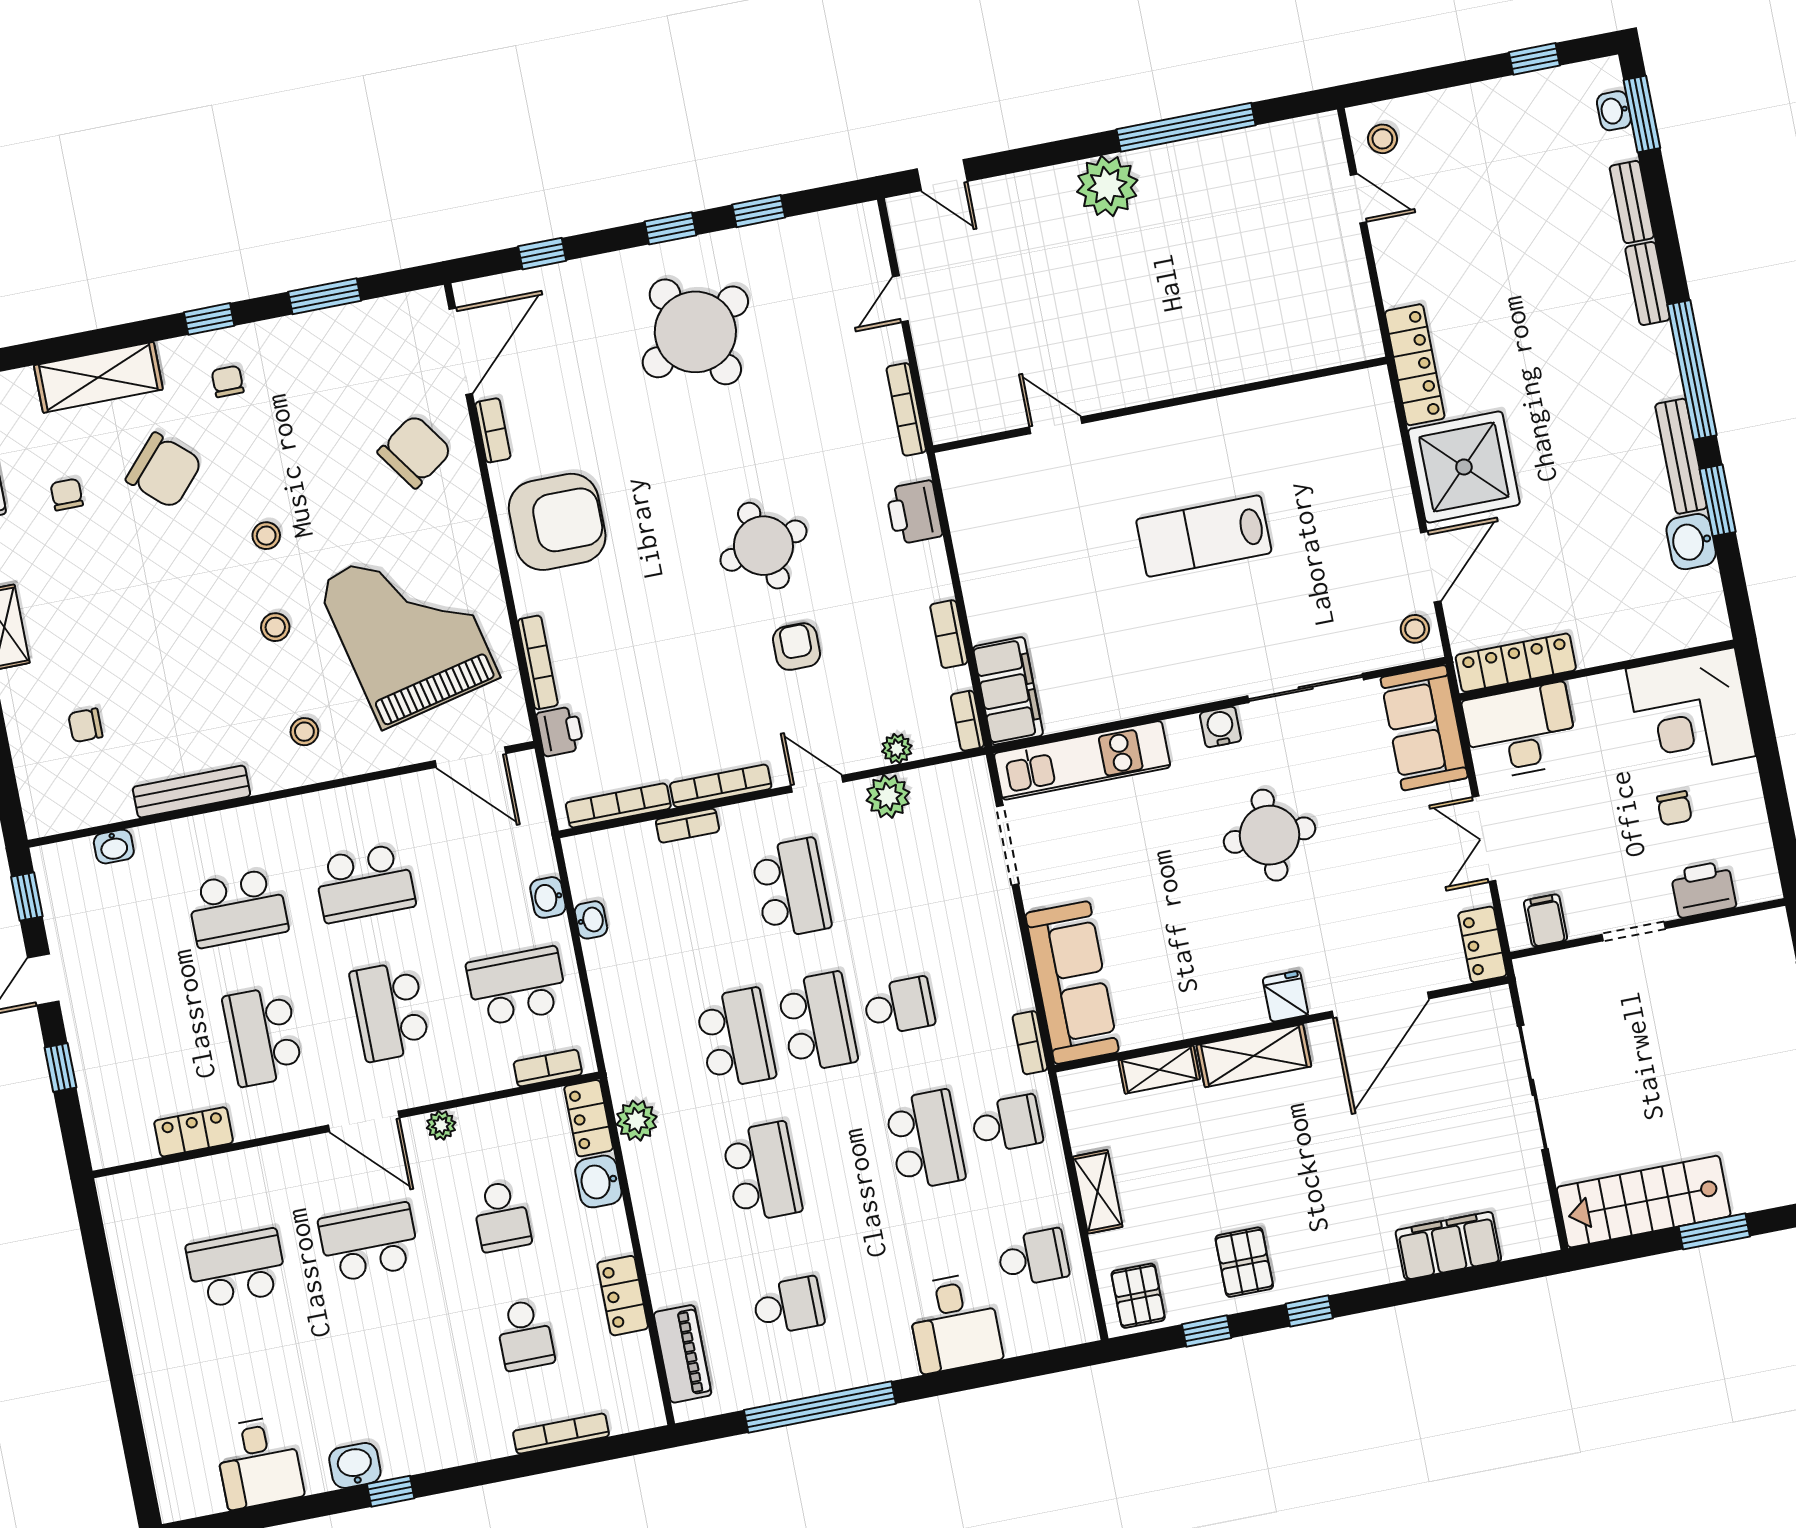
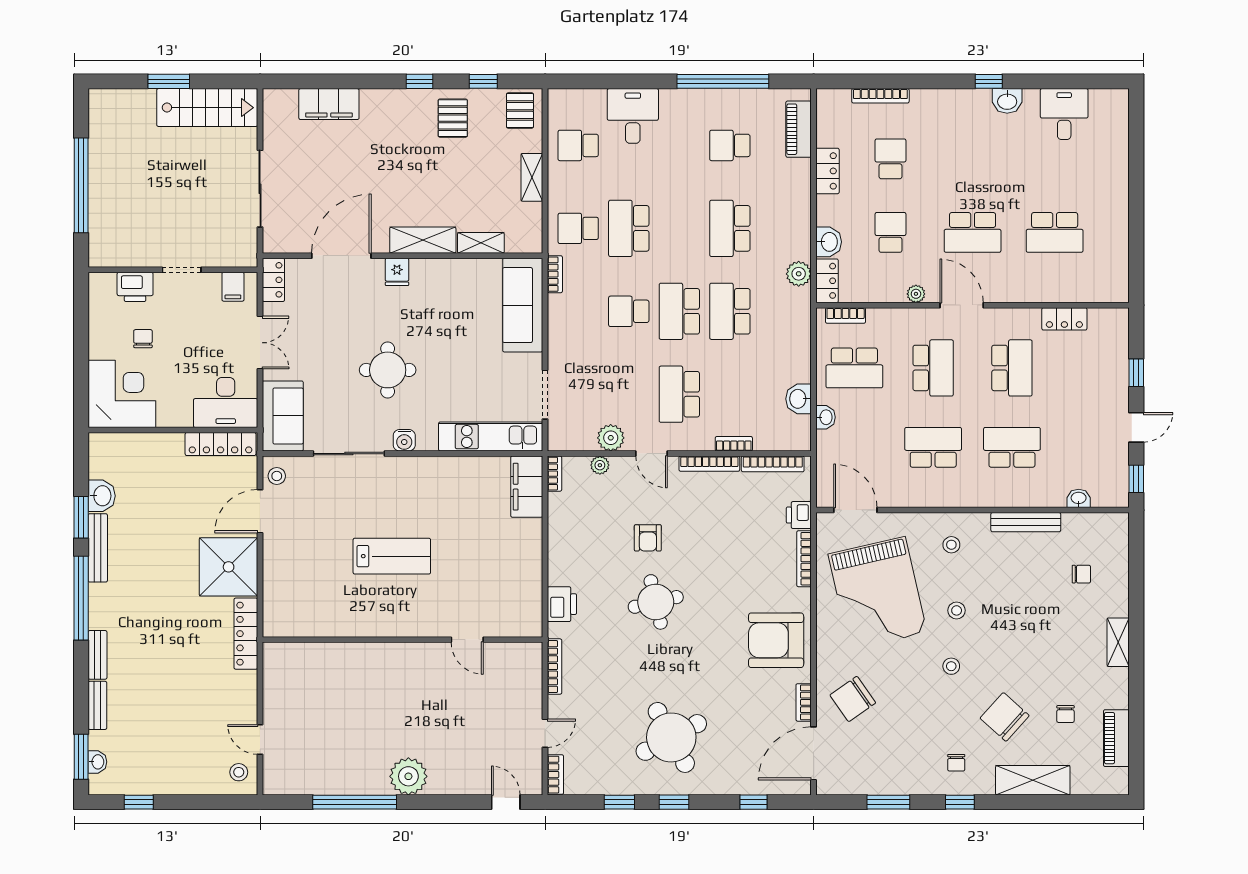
bookcase: (949, 634) -> (555, 775), moved
washbasin: (591, 920) -> (799, 399), width x1.38, depth x1.45

